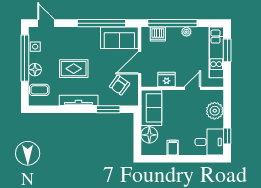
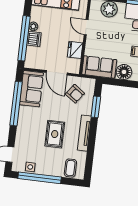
dishwasher: (158, 34) -> (34, 39), moved
floor lamp: (35, 70) -> (51, 170), removed

